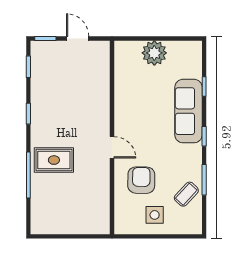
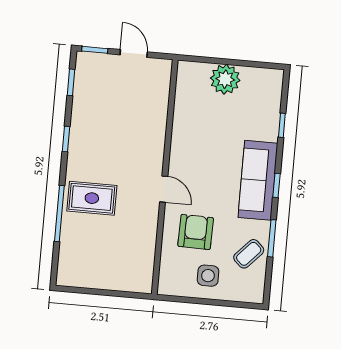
sofa: (188, 111) -> (258, 180), moved

